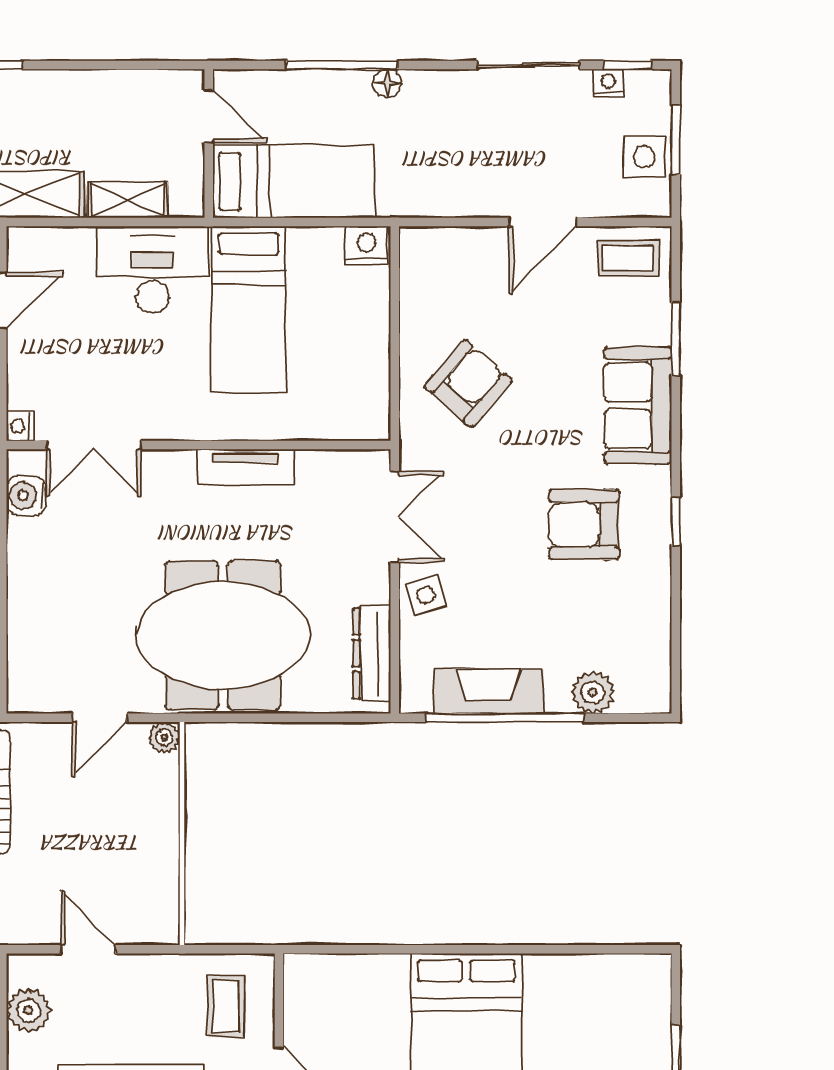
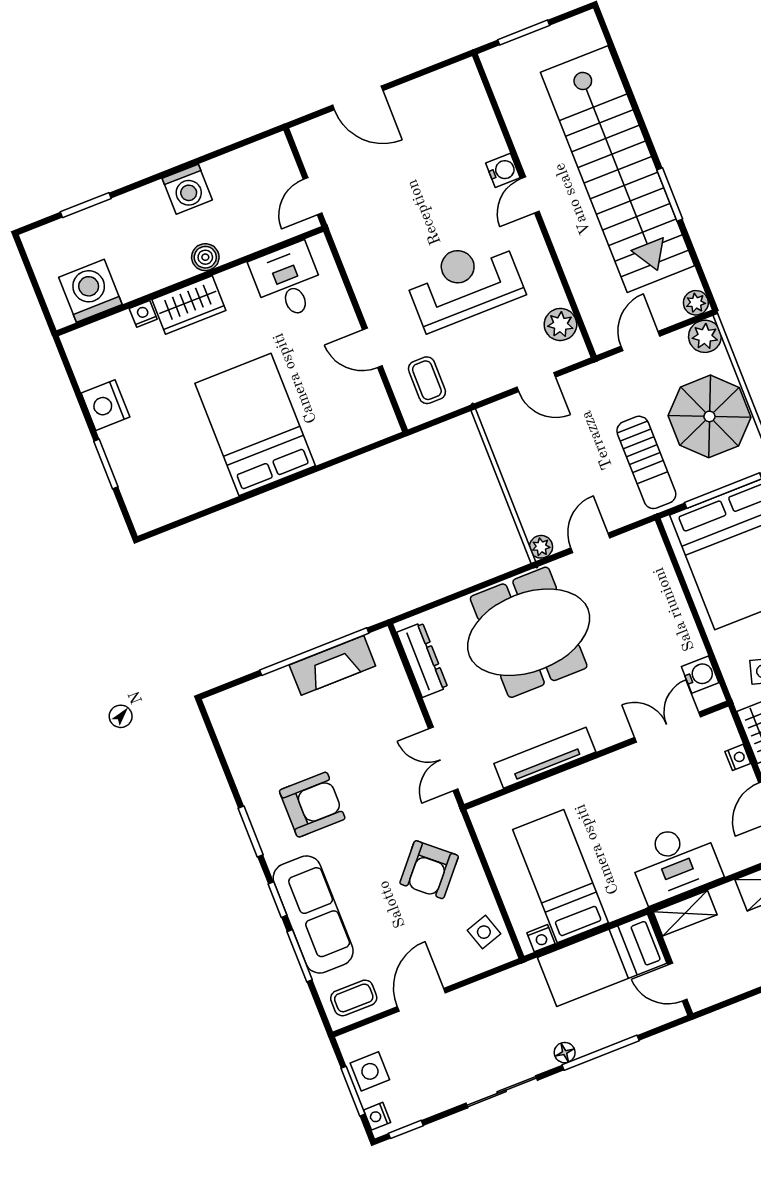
sliding door: (529, 65) -> (502, 1092), moved
nightstand: (608, 83) -> (377, 1116), moved, turned 90
shelving: (128, 200) -> (685, 913), moved
nightstand: (366, 245) -> (541, 938), width x0.72, depth x0.74
bed: (249, 309) -> (560, 876), moved
sofa: (638, 405) -> (313, 914), width x1.36
window: (676, 421) -> (277, 900), added
nightstand: (20, 426) -> (738, 757), moved
tv unit: (245, 468) -> (545, 758), width x1.41
window: (676, 521) -> (251, 831), width x1.50
side table: (426, 595) -> (484, 932), moved
plant: (593, 692) -> (261, 693), removed

